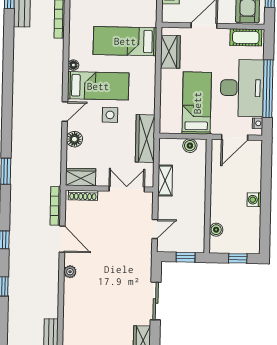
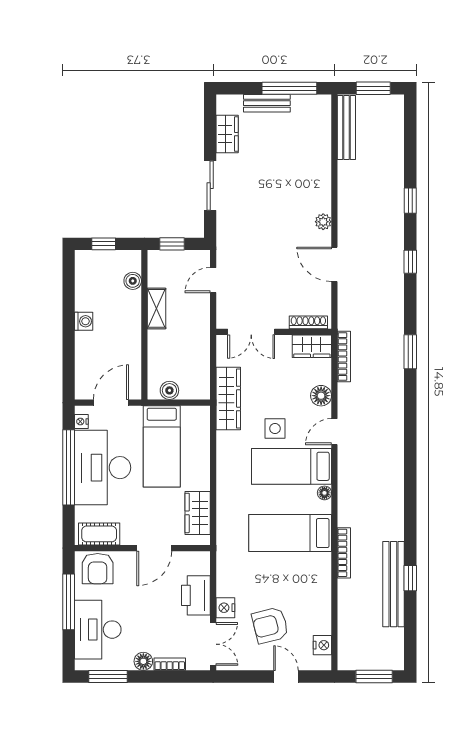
bed: (125, 41) -> (290, 533), moved, turned 180
shelving: (165, 181) -> (157, 308), moved
bookcase: (56, 206) -> (344, 357), moved

